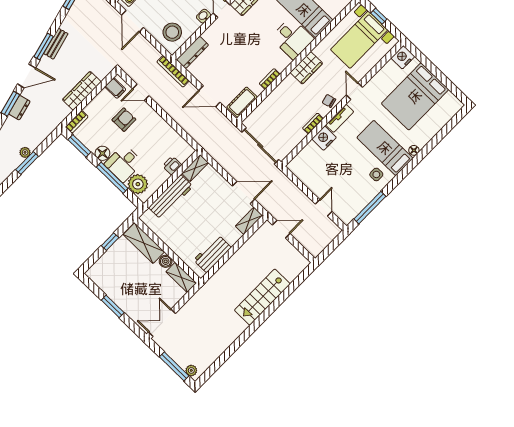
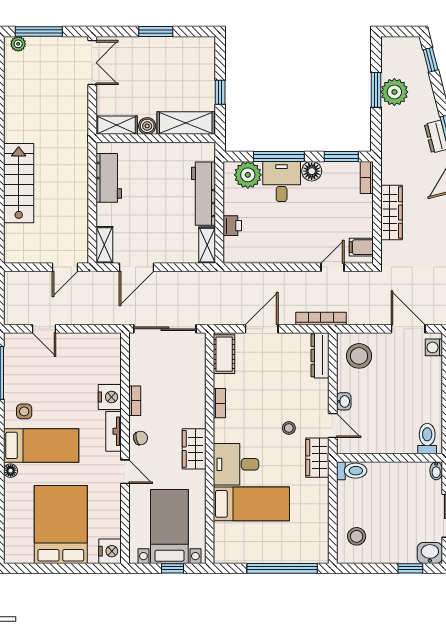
stool: (246, 30) -> (289, 428), added
armchair: (124, 120) -> (323, 224), removed
plant: (25, 152) -> (394, 92), width x1.87, depth x1.87

